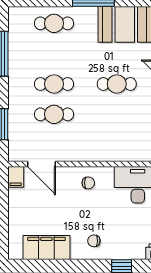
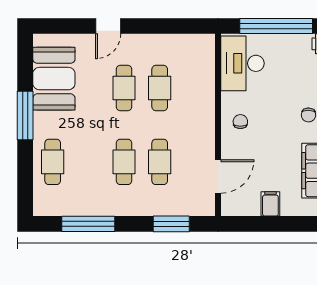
cafe table: (117, 114) -> (160, 88), added
filing cabinet: (16, 177) -> (270, 204), moved, turned -90

